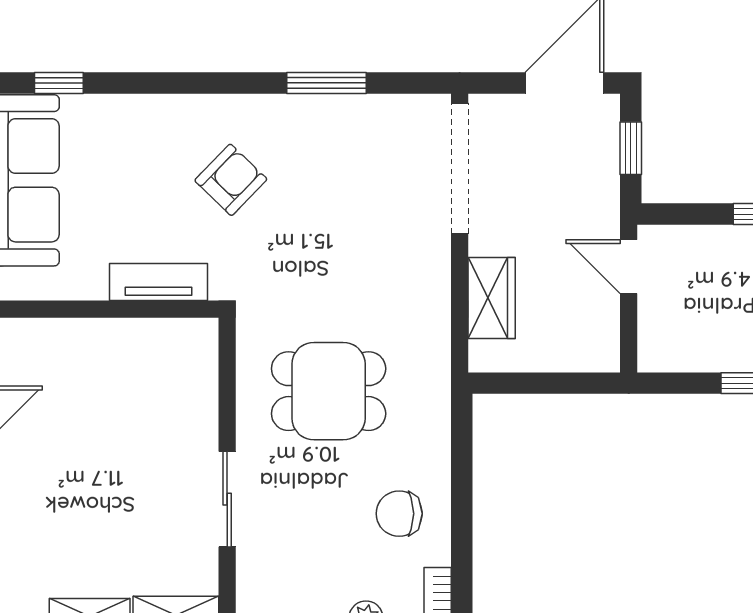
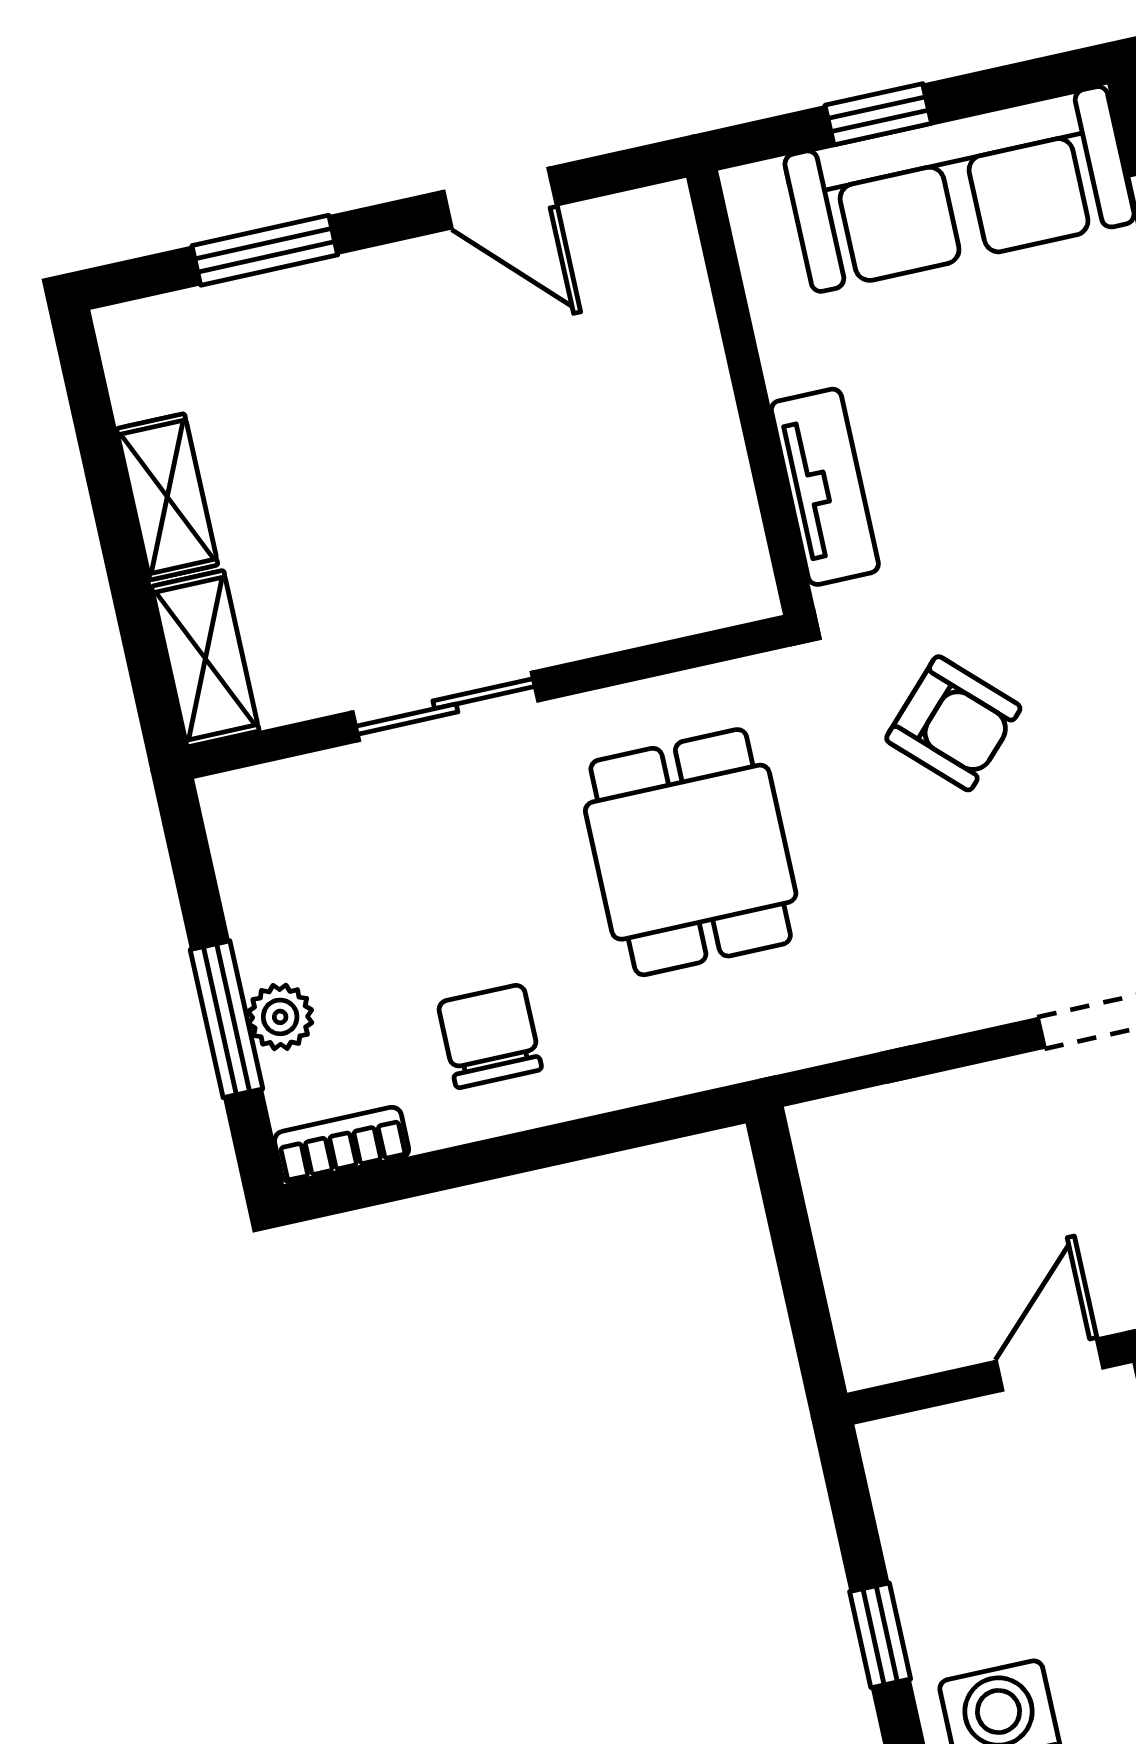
armchair: (231, 180) -> (953, 723), moved
wardrobe: (492, 298) -> (933, 1120), removed

